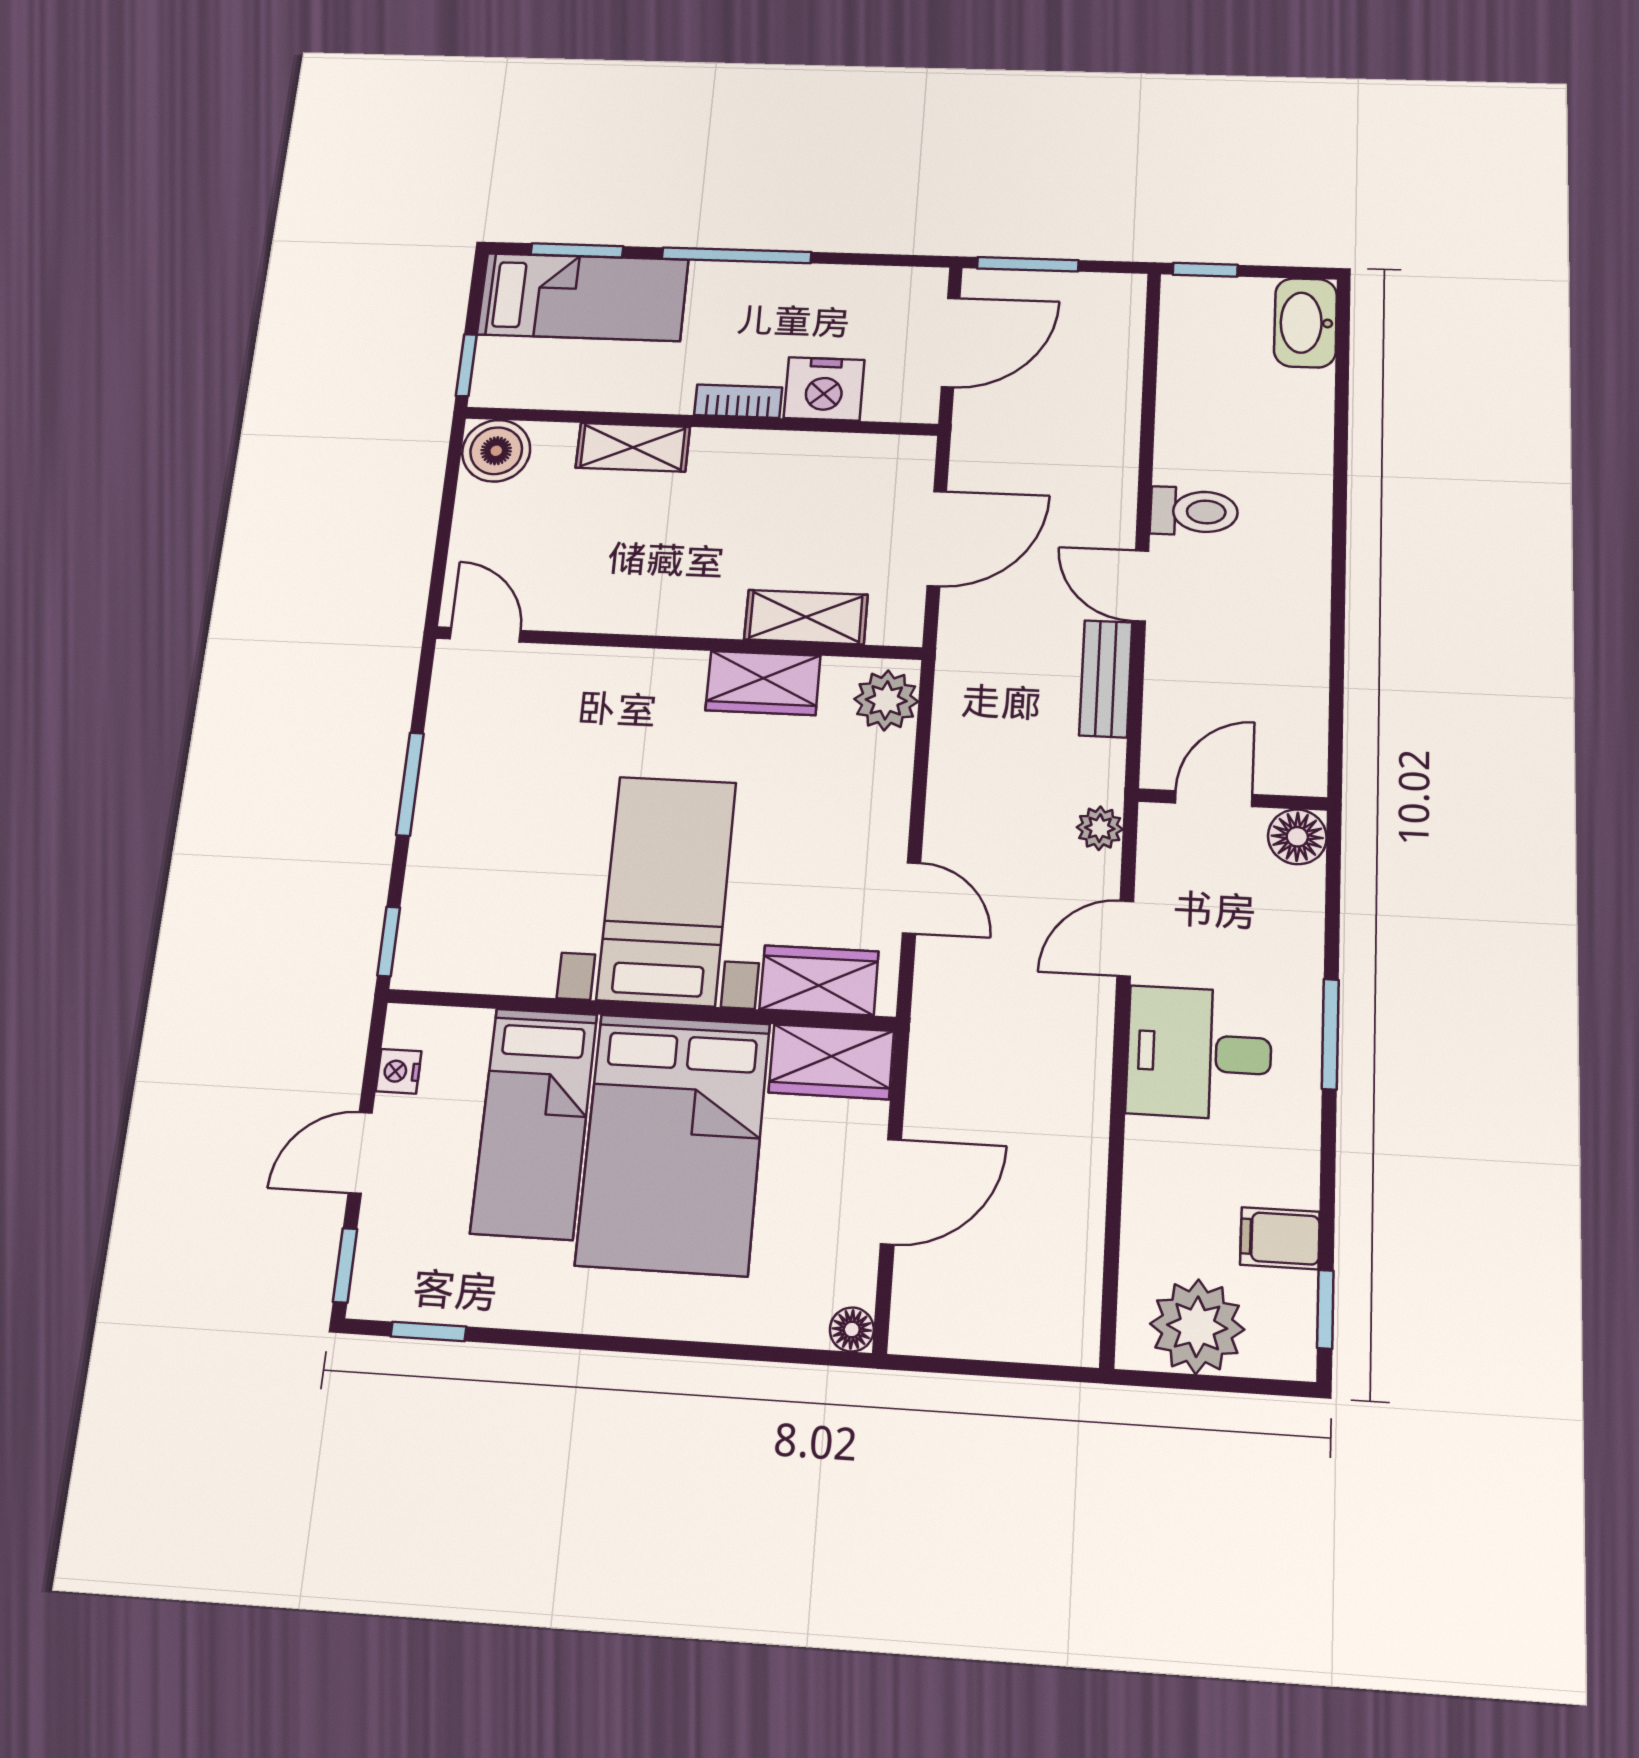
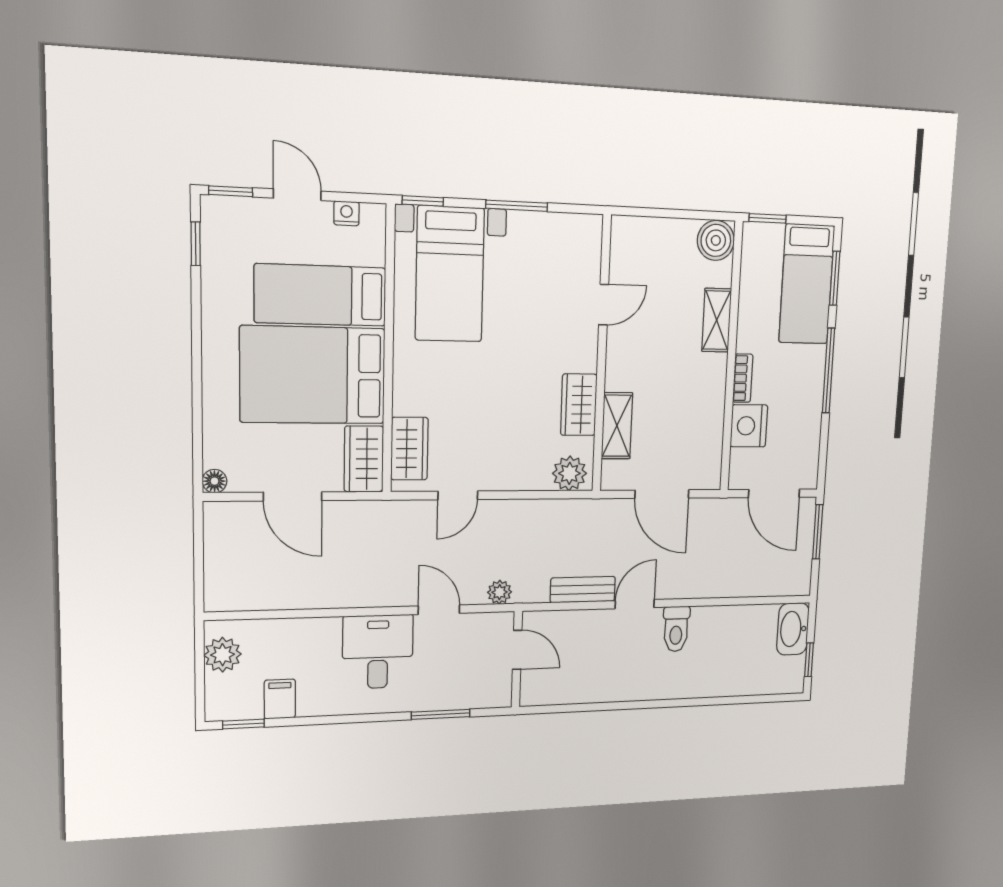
window: (1205, 270) -> (809, 660), moved
washbasin: (1305, 323) -> (793, 629), moved, turned -90
door: (485, 635) -> (604, 305), moved
floor lamp: (1297, 837) -> (497, 693), removed
bed with nightstands: (667, 890) -> (450, 274), moved, turned 90
window: (1330, 1034) -> (441, 714), moved
plant: (1197, 1327) -> (223, 655), width x0.73, depth x0.73

